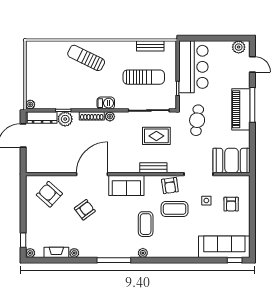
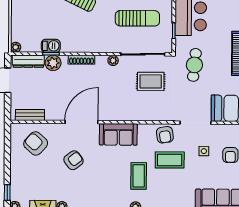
barbecue: (106, 103) -> (51, 46), moved
plant: (110, 116) -> (113, 61), moved
bench: (153, 168) -> (30, 115), moved

